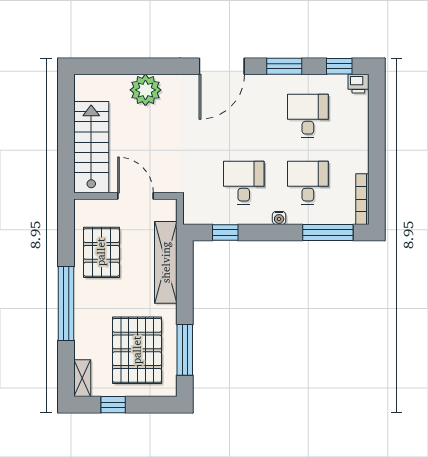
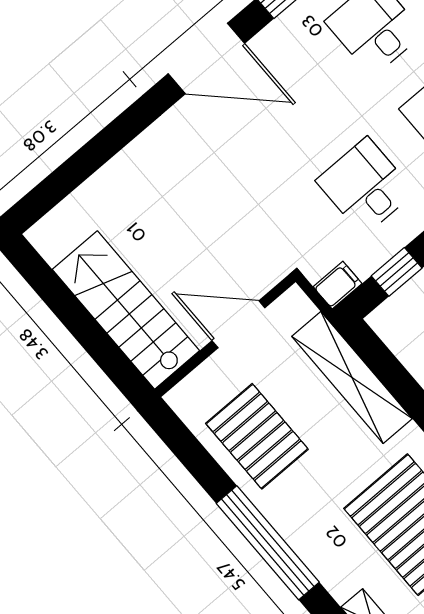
door: (222, 66) -> (206, 58), hinge flipped
plant: (145, 90) -> (133, 175), removed
filing cabinet: (194, 216) -> (338, 285), added

